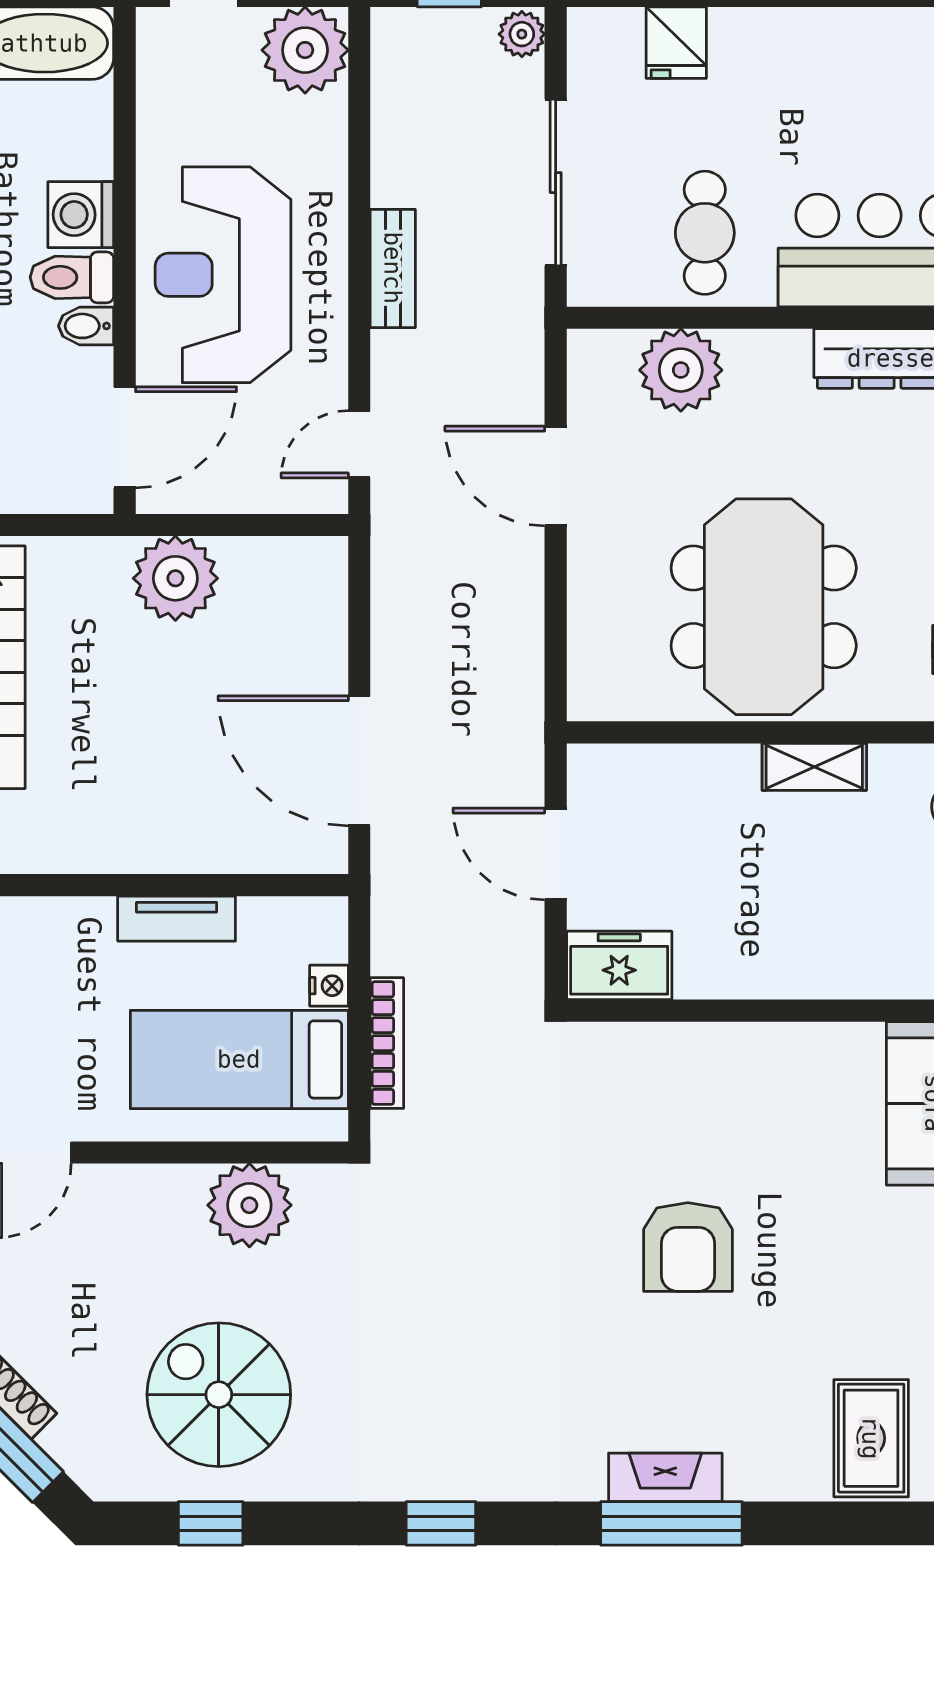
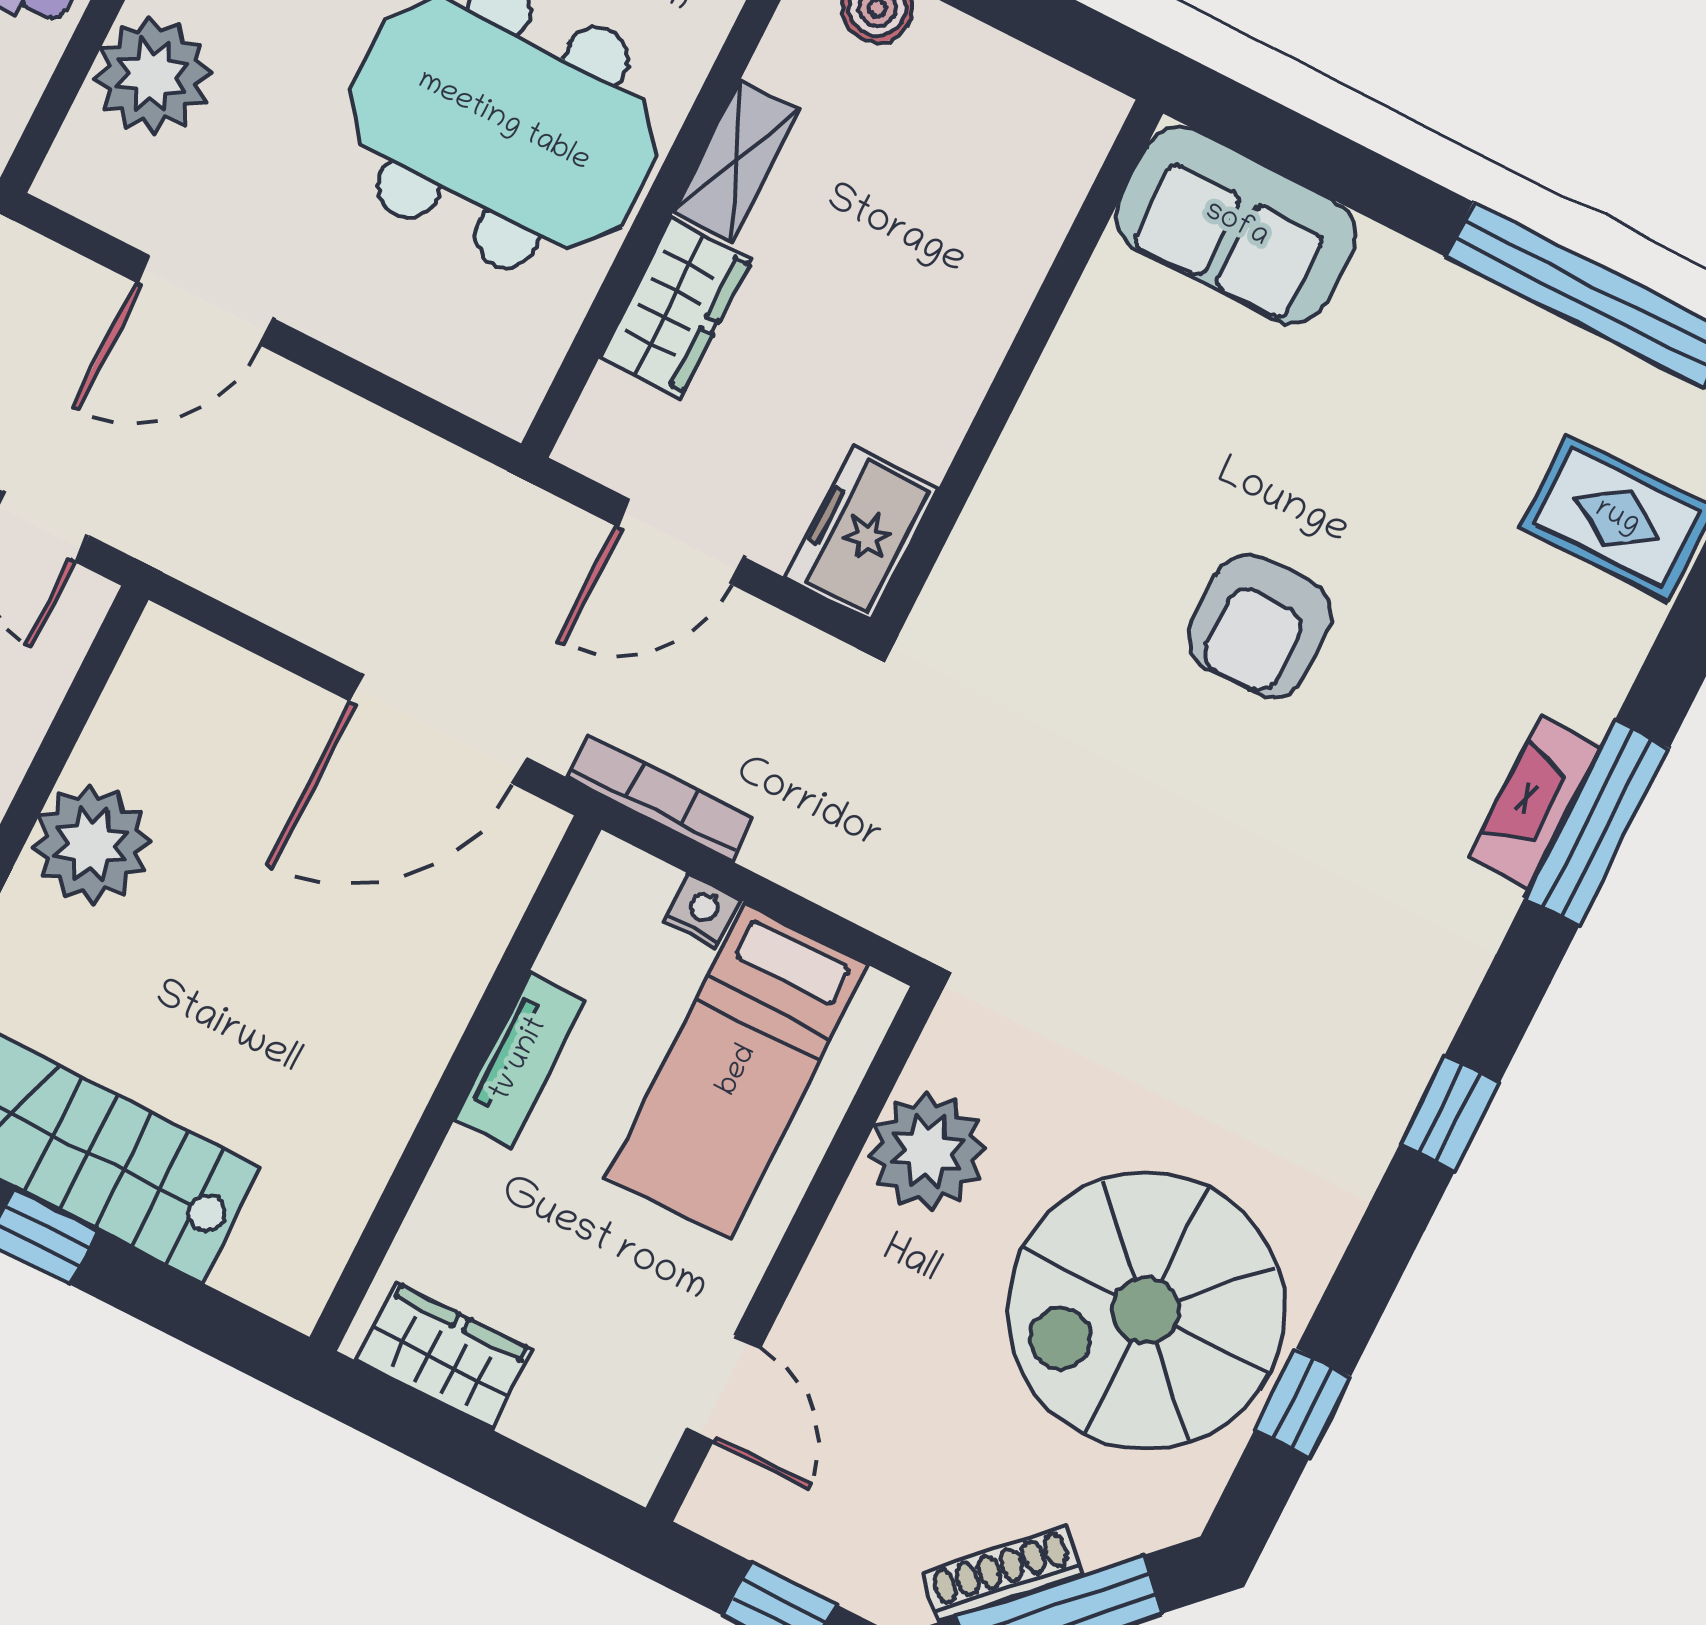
wardrobe: (702, 775) -> (676, 307), added
bookcase: (387, 1043) -> (660, 798), moved
armchair: (688, 1247) -> (1260, 626), turned 90
spiral stairs: (219, 1395) -> (1146, 1311), width x1.37, depth x1.37

